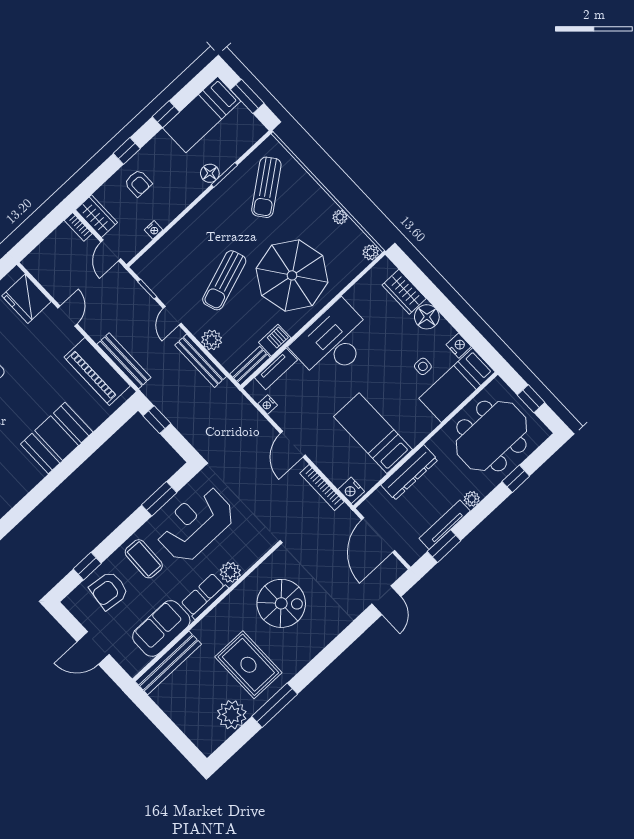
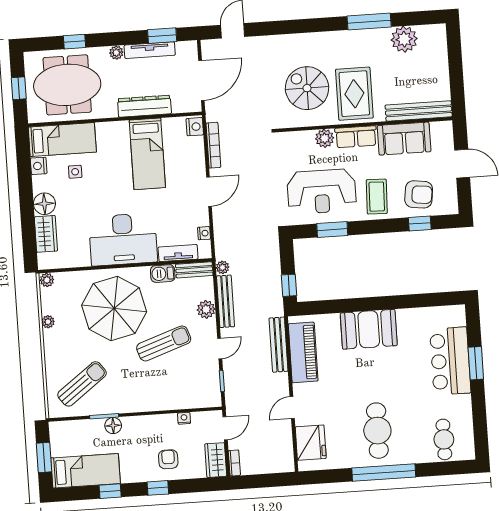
plant: (227, 388) -> (223, 267), added
rug: (248, 665) -> (354, 94), moved

